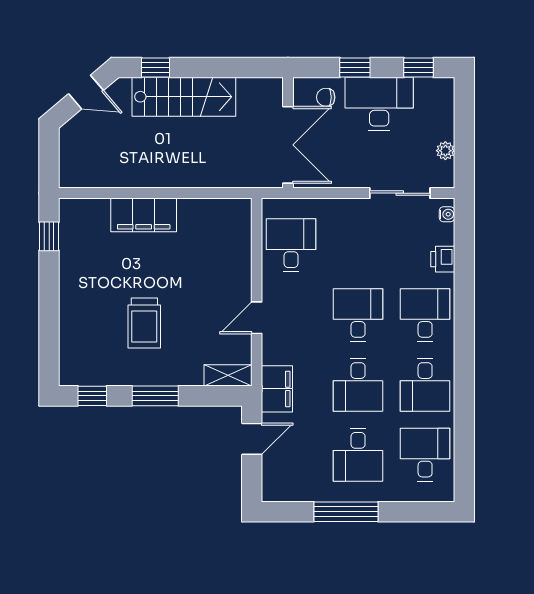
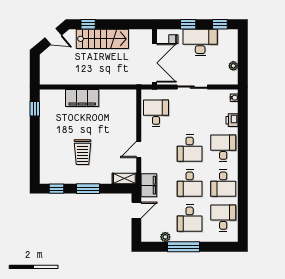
sliding door: (400, 193) -> (192, 87), moved
desk: (358, 315) -> (190, 148), turned 180
plant: (309, 492) -> (165, 237), added

